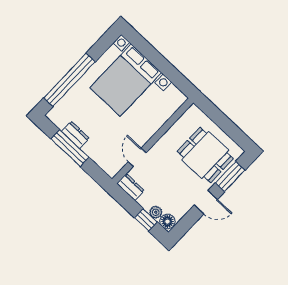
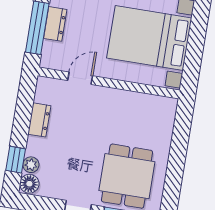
wall: (153, 141) -> (109, 83), moved
door: (137, 157) -> (80, 78), moved

